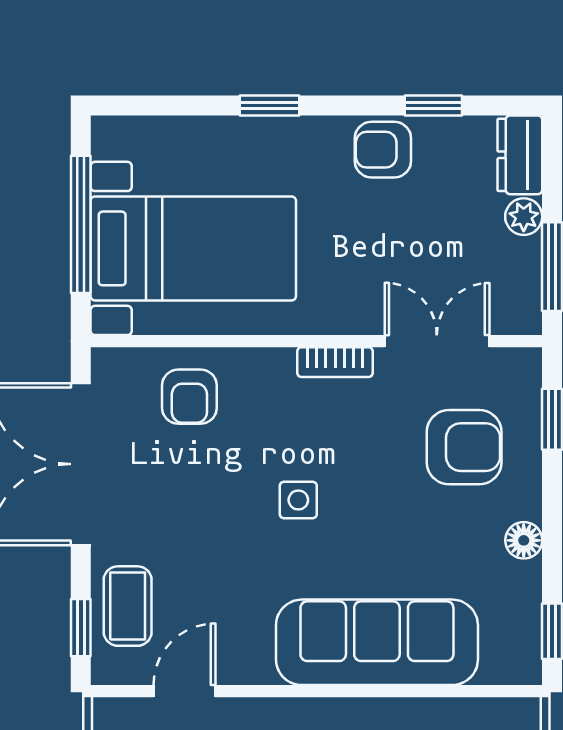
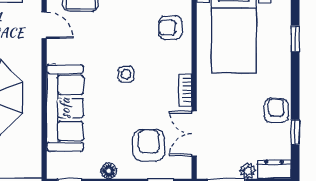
window: (269, 105) -> (295, 39), moved
double door: (437, 341) -> (194, 134), swing flipped
armchair: (464, 447) -> (149, 145), turned 180

